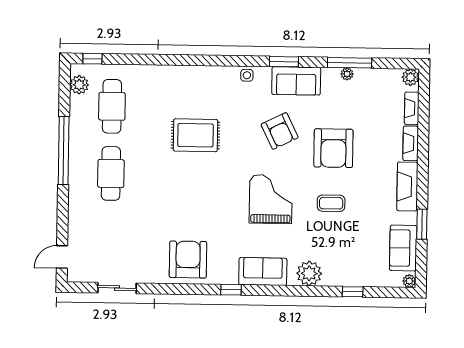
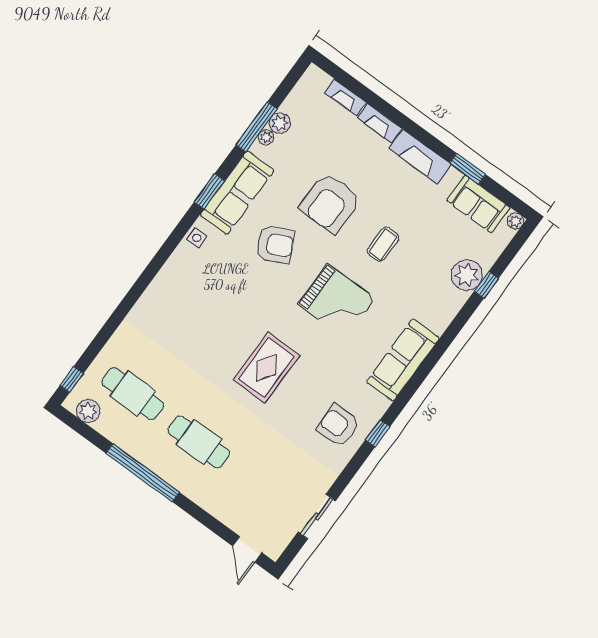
plant: (411, 77) -> (280, 123), moved
sofa: (296, 81) -> (237, 193), width x1.36
rug: (195, 135) -> (266, 368), moved
armchair: (333, 148) -> (330, 203), turned 90
grand piano: (271, 199) -> (337, 301), turned 180
armchair: (188, 260) -> (338, 426), width x0.73, depth x0.73
sofa: (263, 272) -> (403, 360), width x1.36
plant: (309, 273) -> (467, 275), moved
window: (231, 290) -> (378, 433), moved

